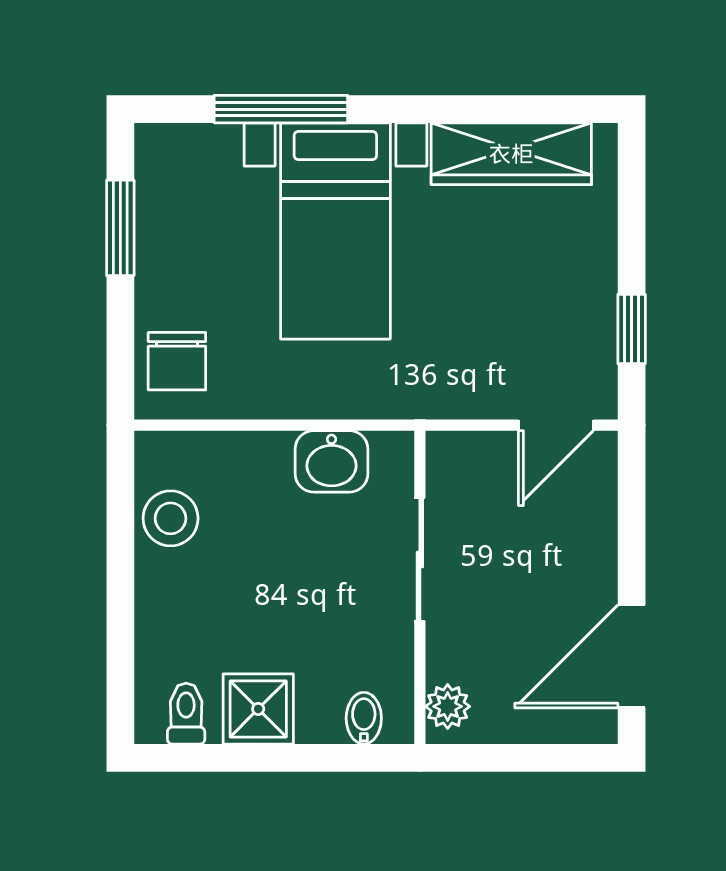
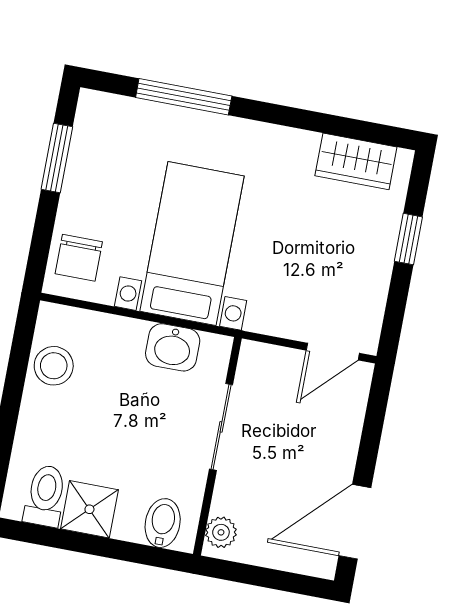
wardrobe: (511, 154) -> (356, 161), width x0.67
bed with nightstands: (335, 231) -> (192, 244), moved, turned 180
window: (632, 329) -> (408, 239), moved
toilet: (186, 714) -> (45, 496), width x1.37, depth x1.39
bidet: (364, 718) -> (163, 523), width x1.38, depth x1.36

